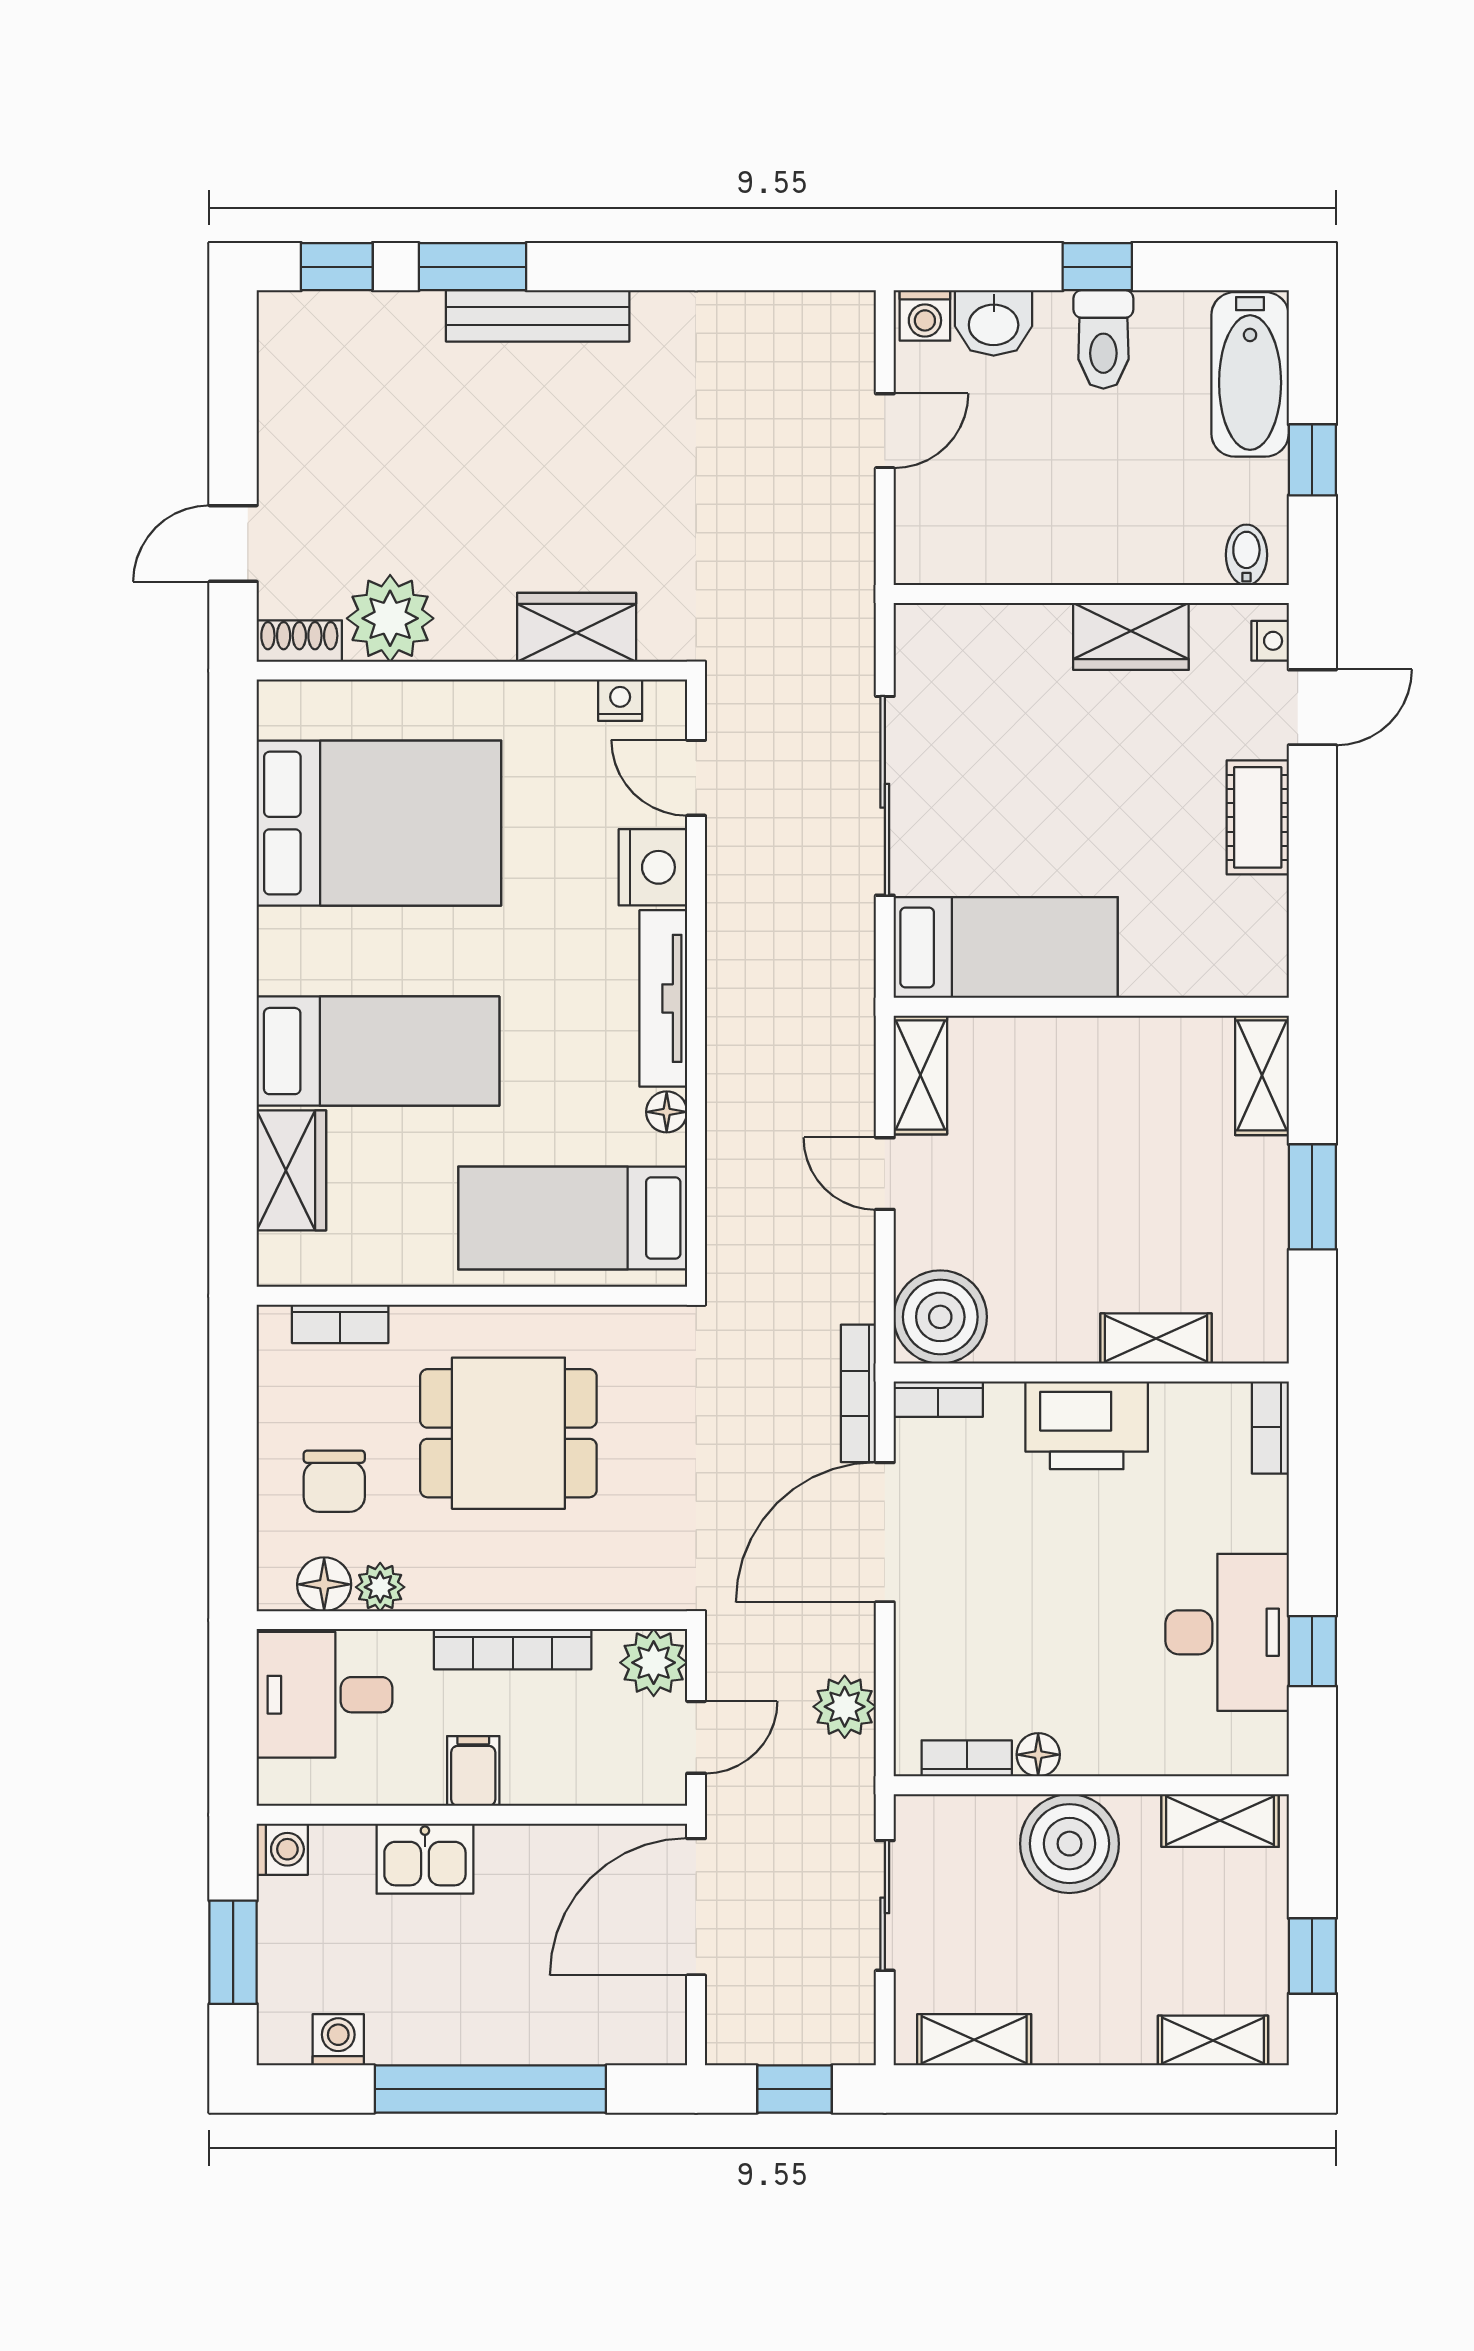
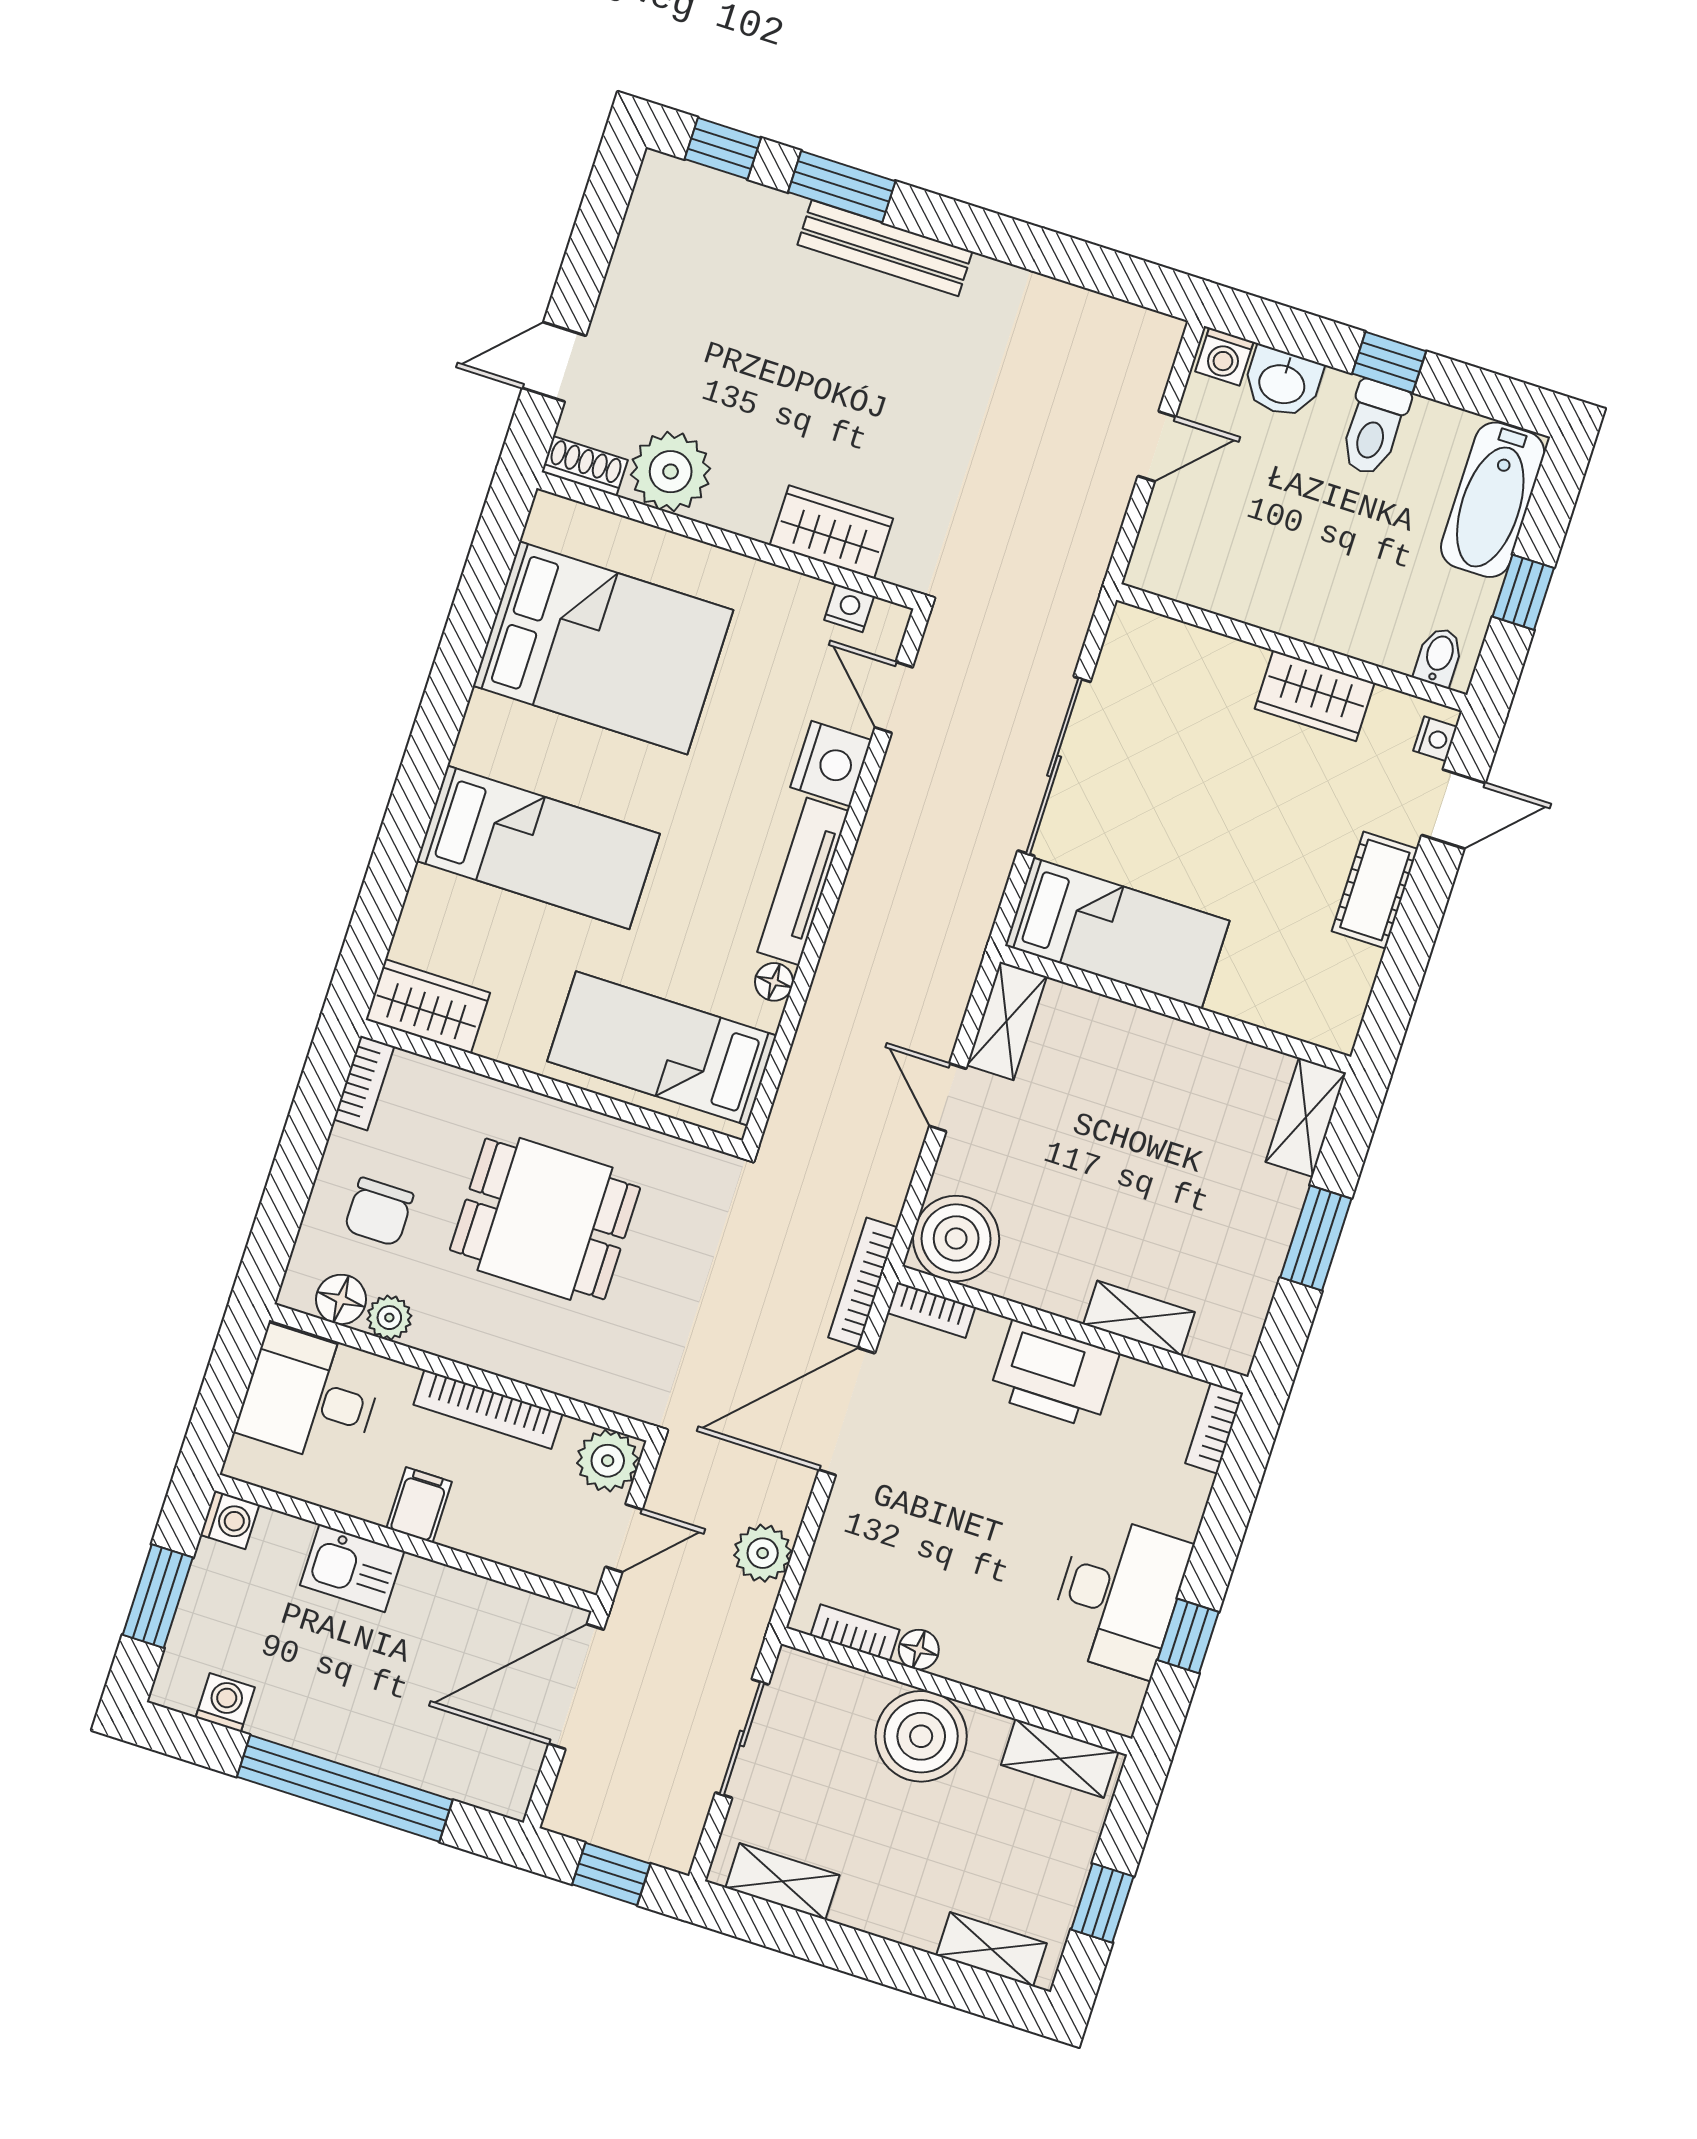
wardrobe: (291, 1170) -> (428, 1006), moved, turned -90
bookcase: (340, 1324) -> (364, 1083), moved, turned -90

